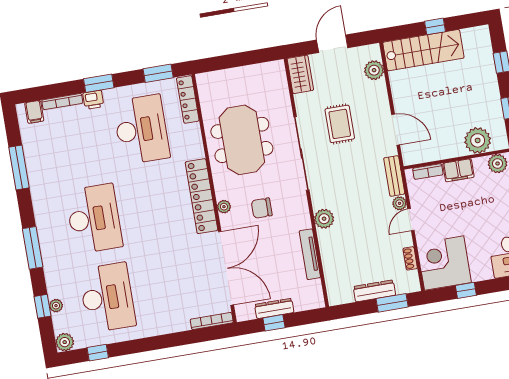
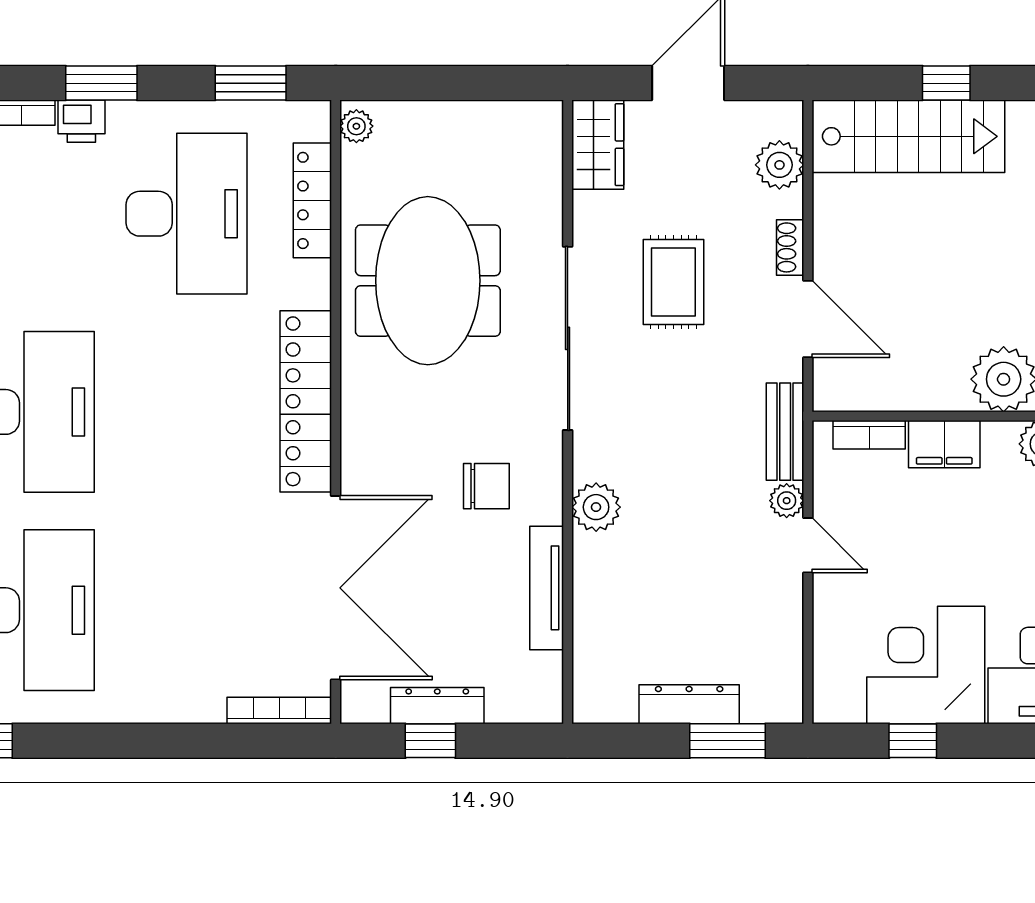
locker: (188, 99) -> (312, 200), moved
plant: (224, 207) -> (356, 126), moved
chair: (262, 208) -> (486, 486), moved, turned 180
door: (411, 220) -> (808, 545), swing flipped
shoe rack: (410, 258) -> (790, 247), moved
corner desk: (444, 263) -> (926, 665), moved

